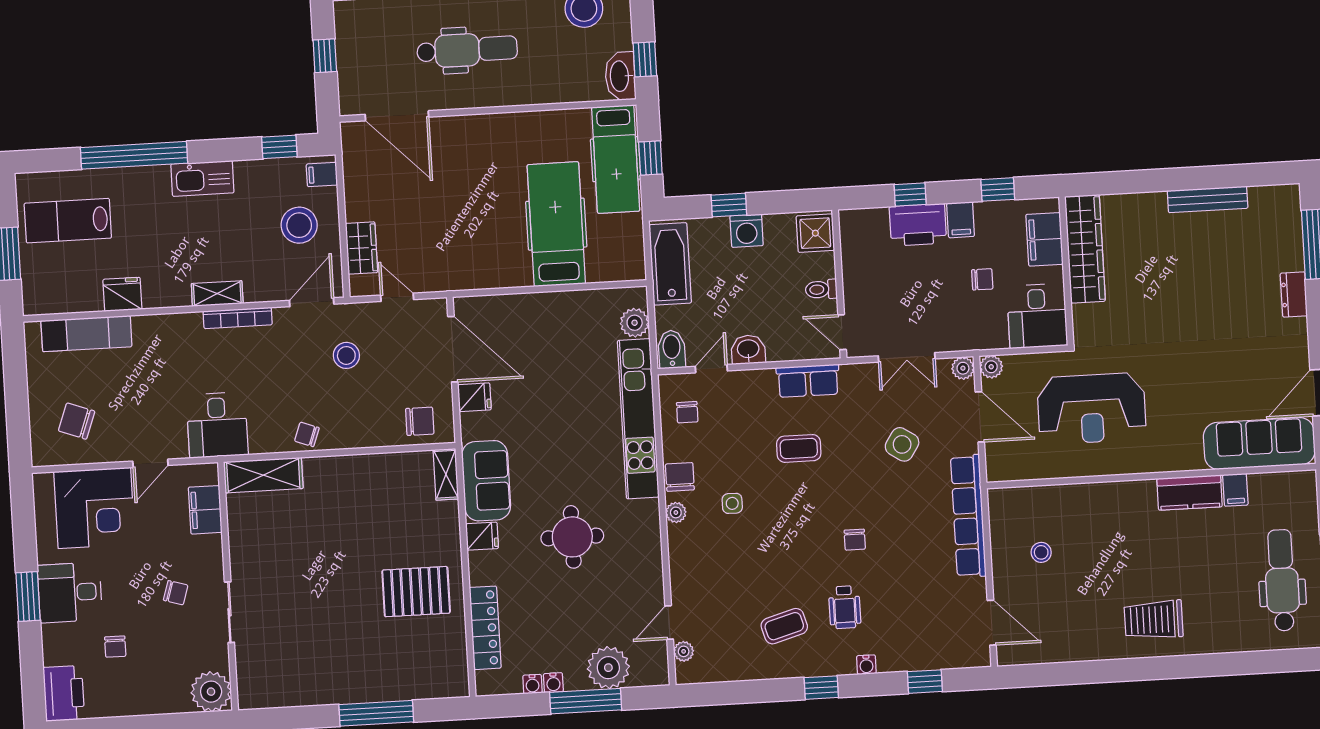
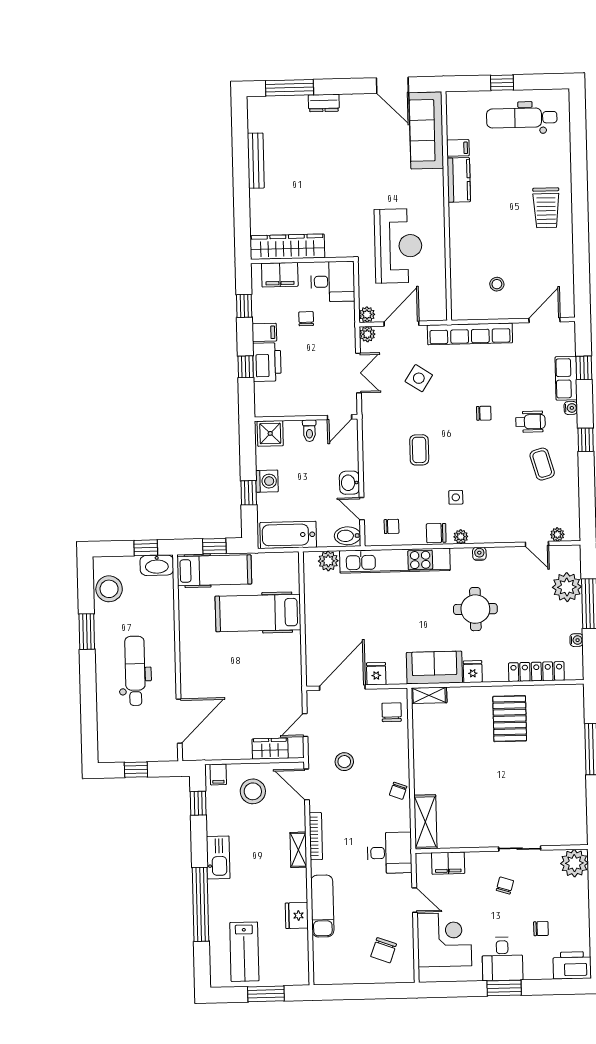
exam couch: (86, 334) -> (322, 906), moved
row of seats: (808, 381) -> (566, 378), moved, turned 180
water cooler: (553, 683) -> (479, 554), moved, turned -90

